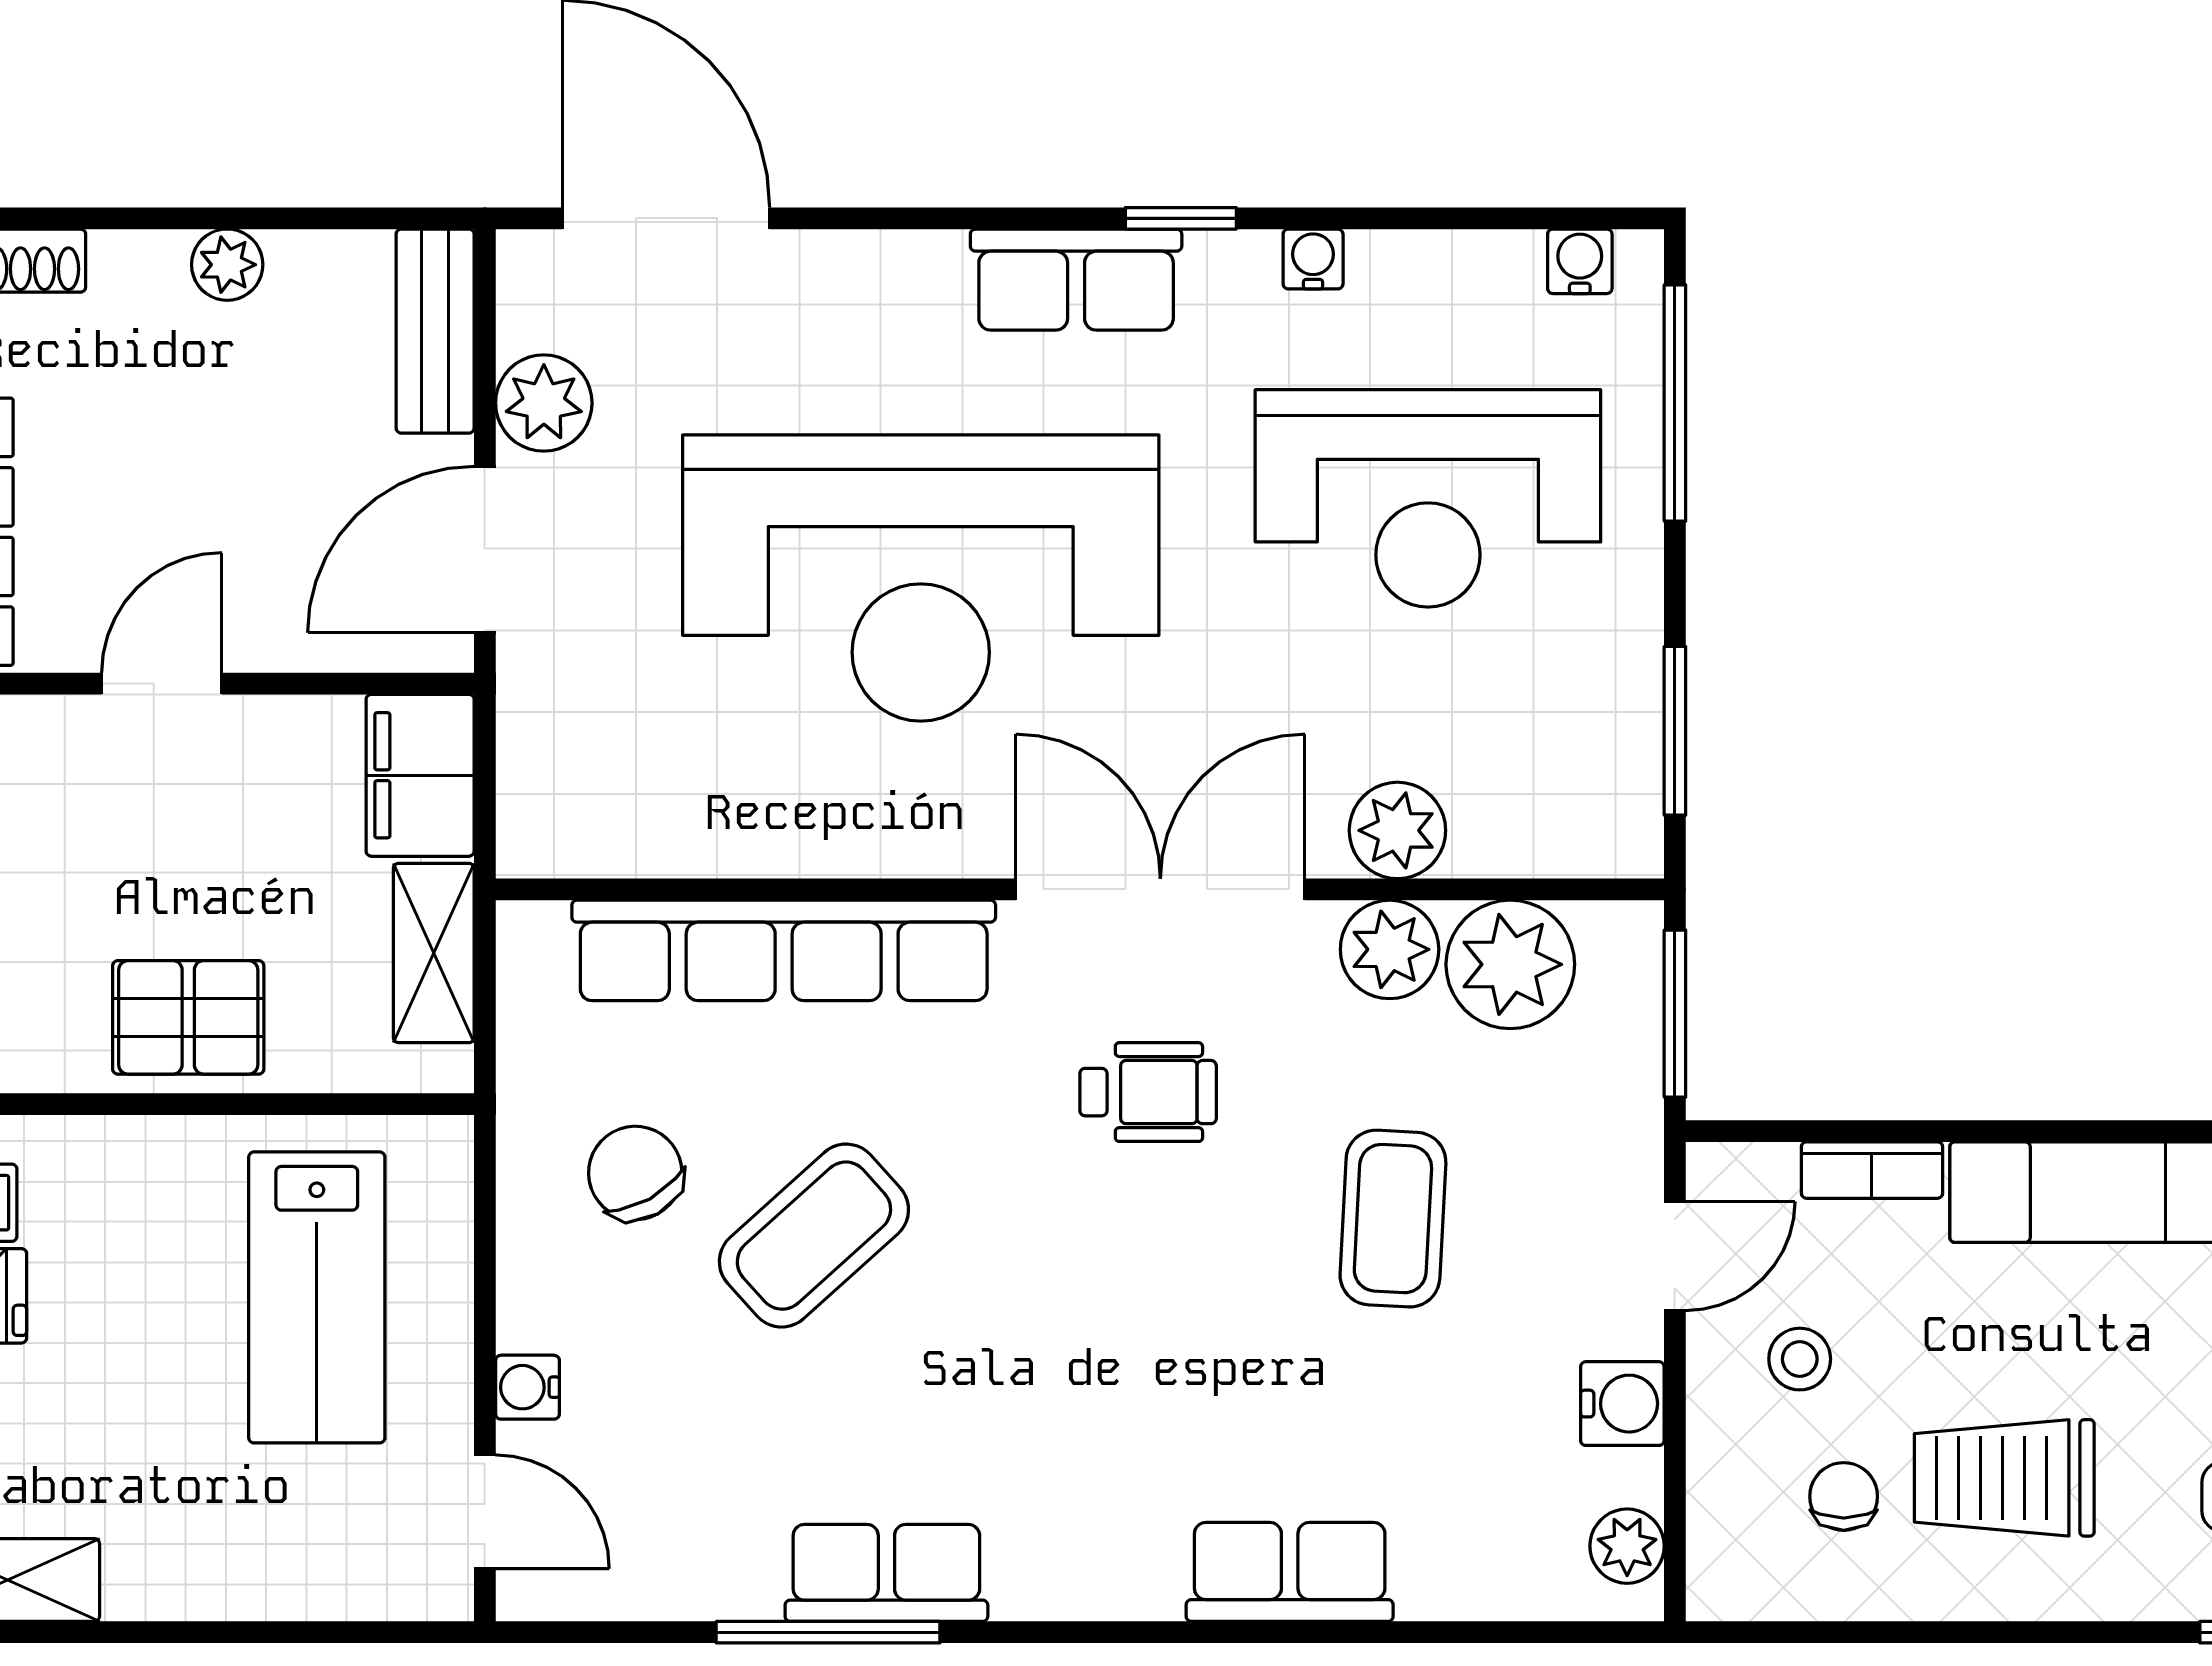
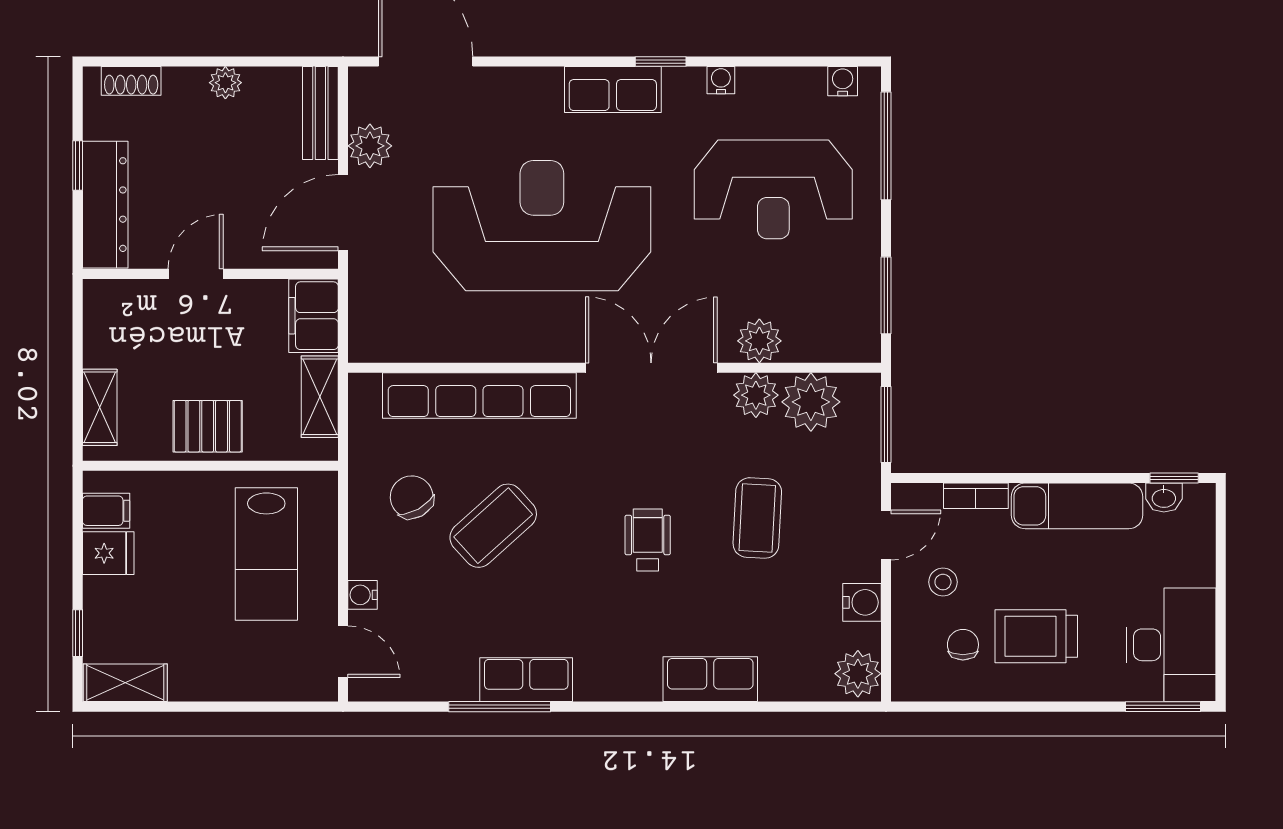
reception desk: (921, 578) -> (542, 226), turned 180
wheelchair: (1148, 1092) -> (648, 540), moved, turned -90
plant: (1627, 1546) -> (858, 674), width x1.38, depth x1.38

